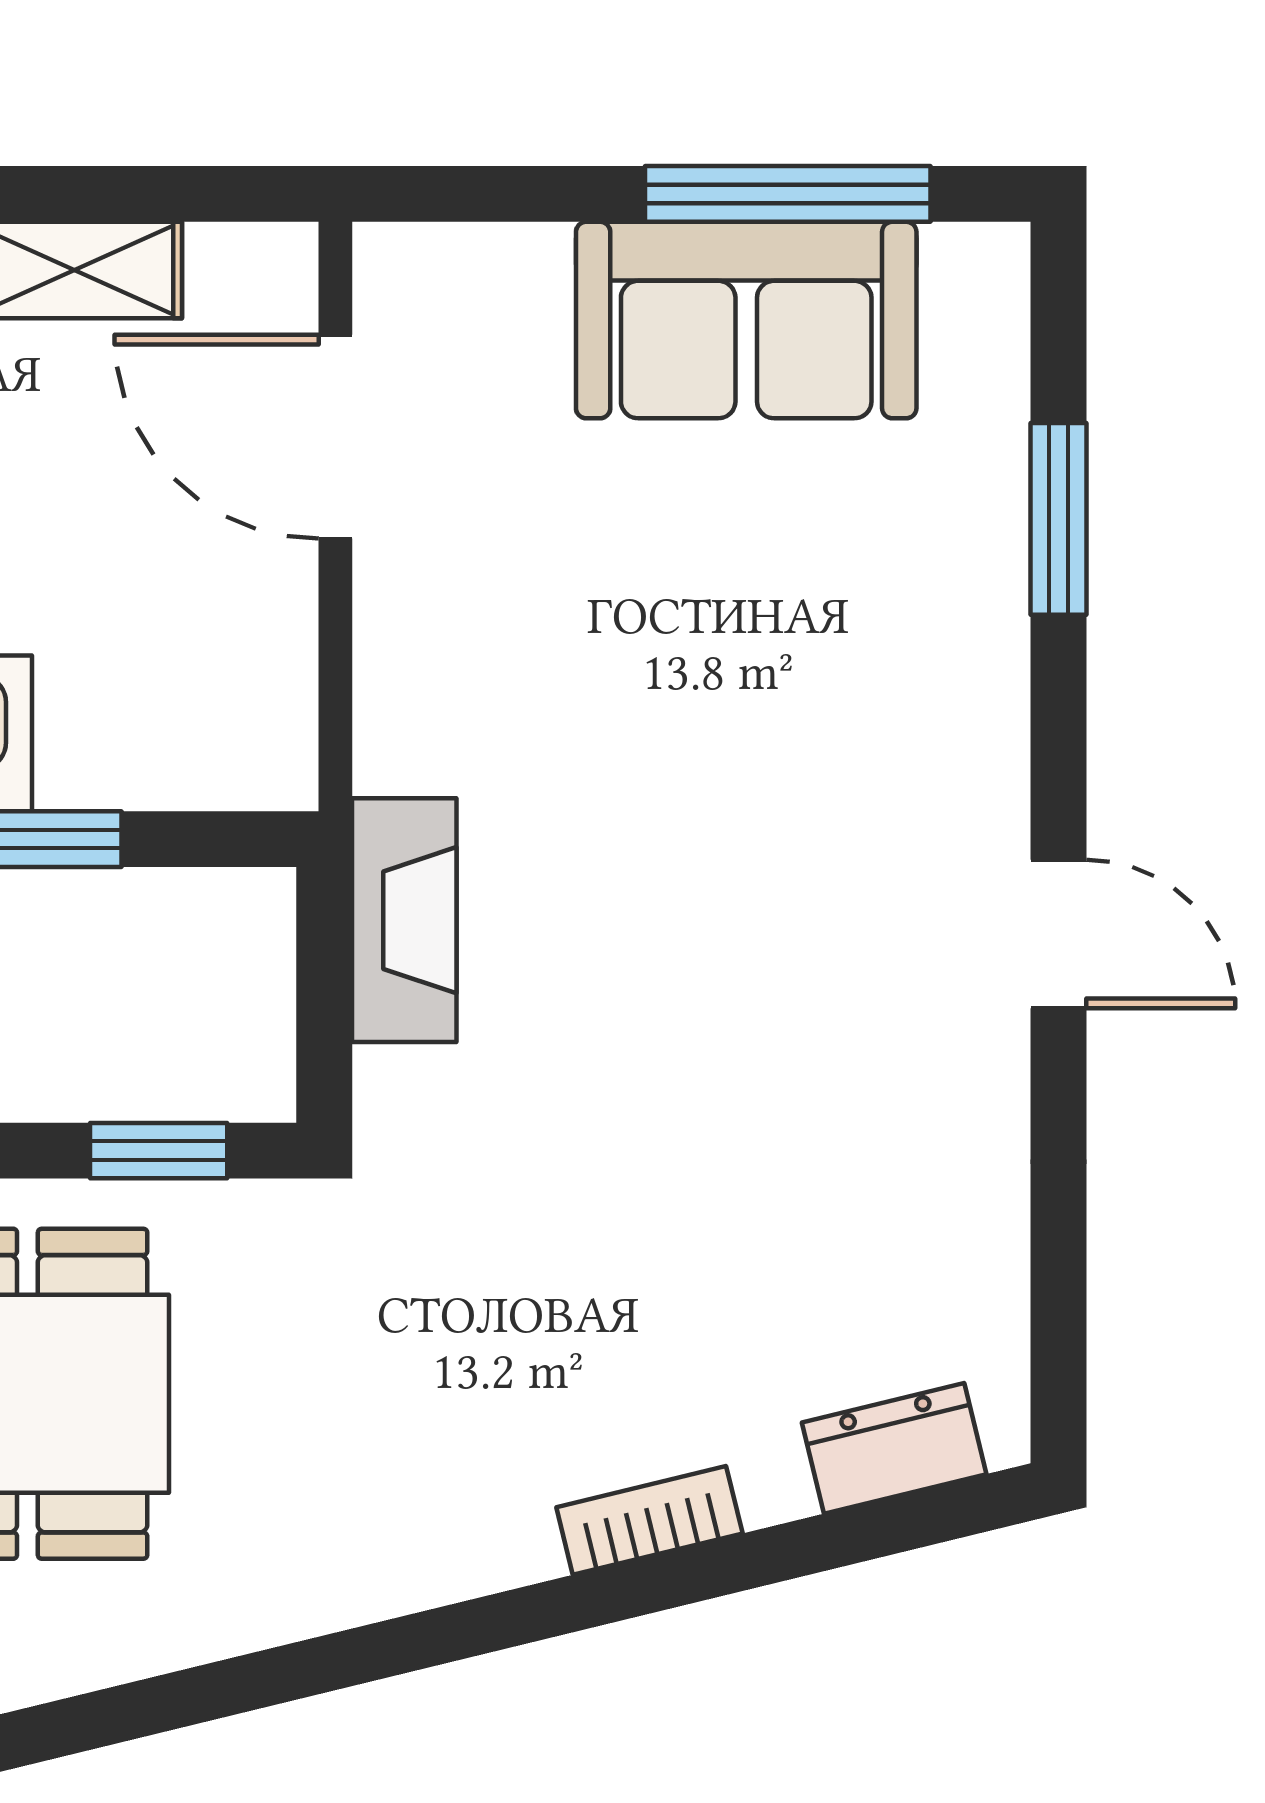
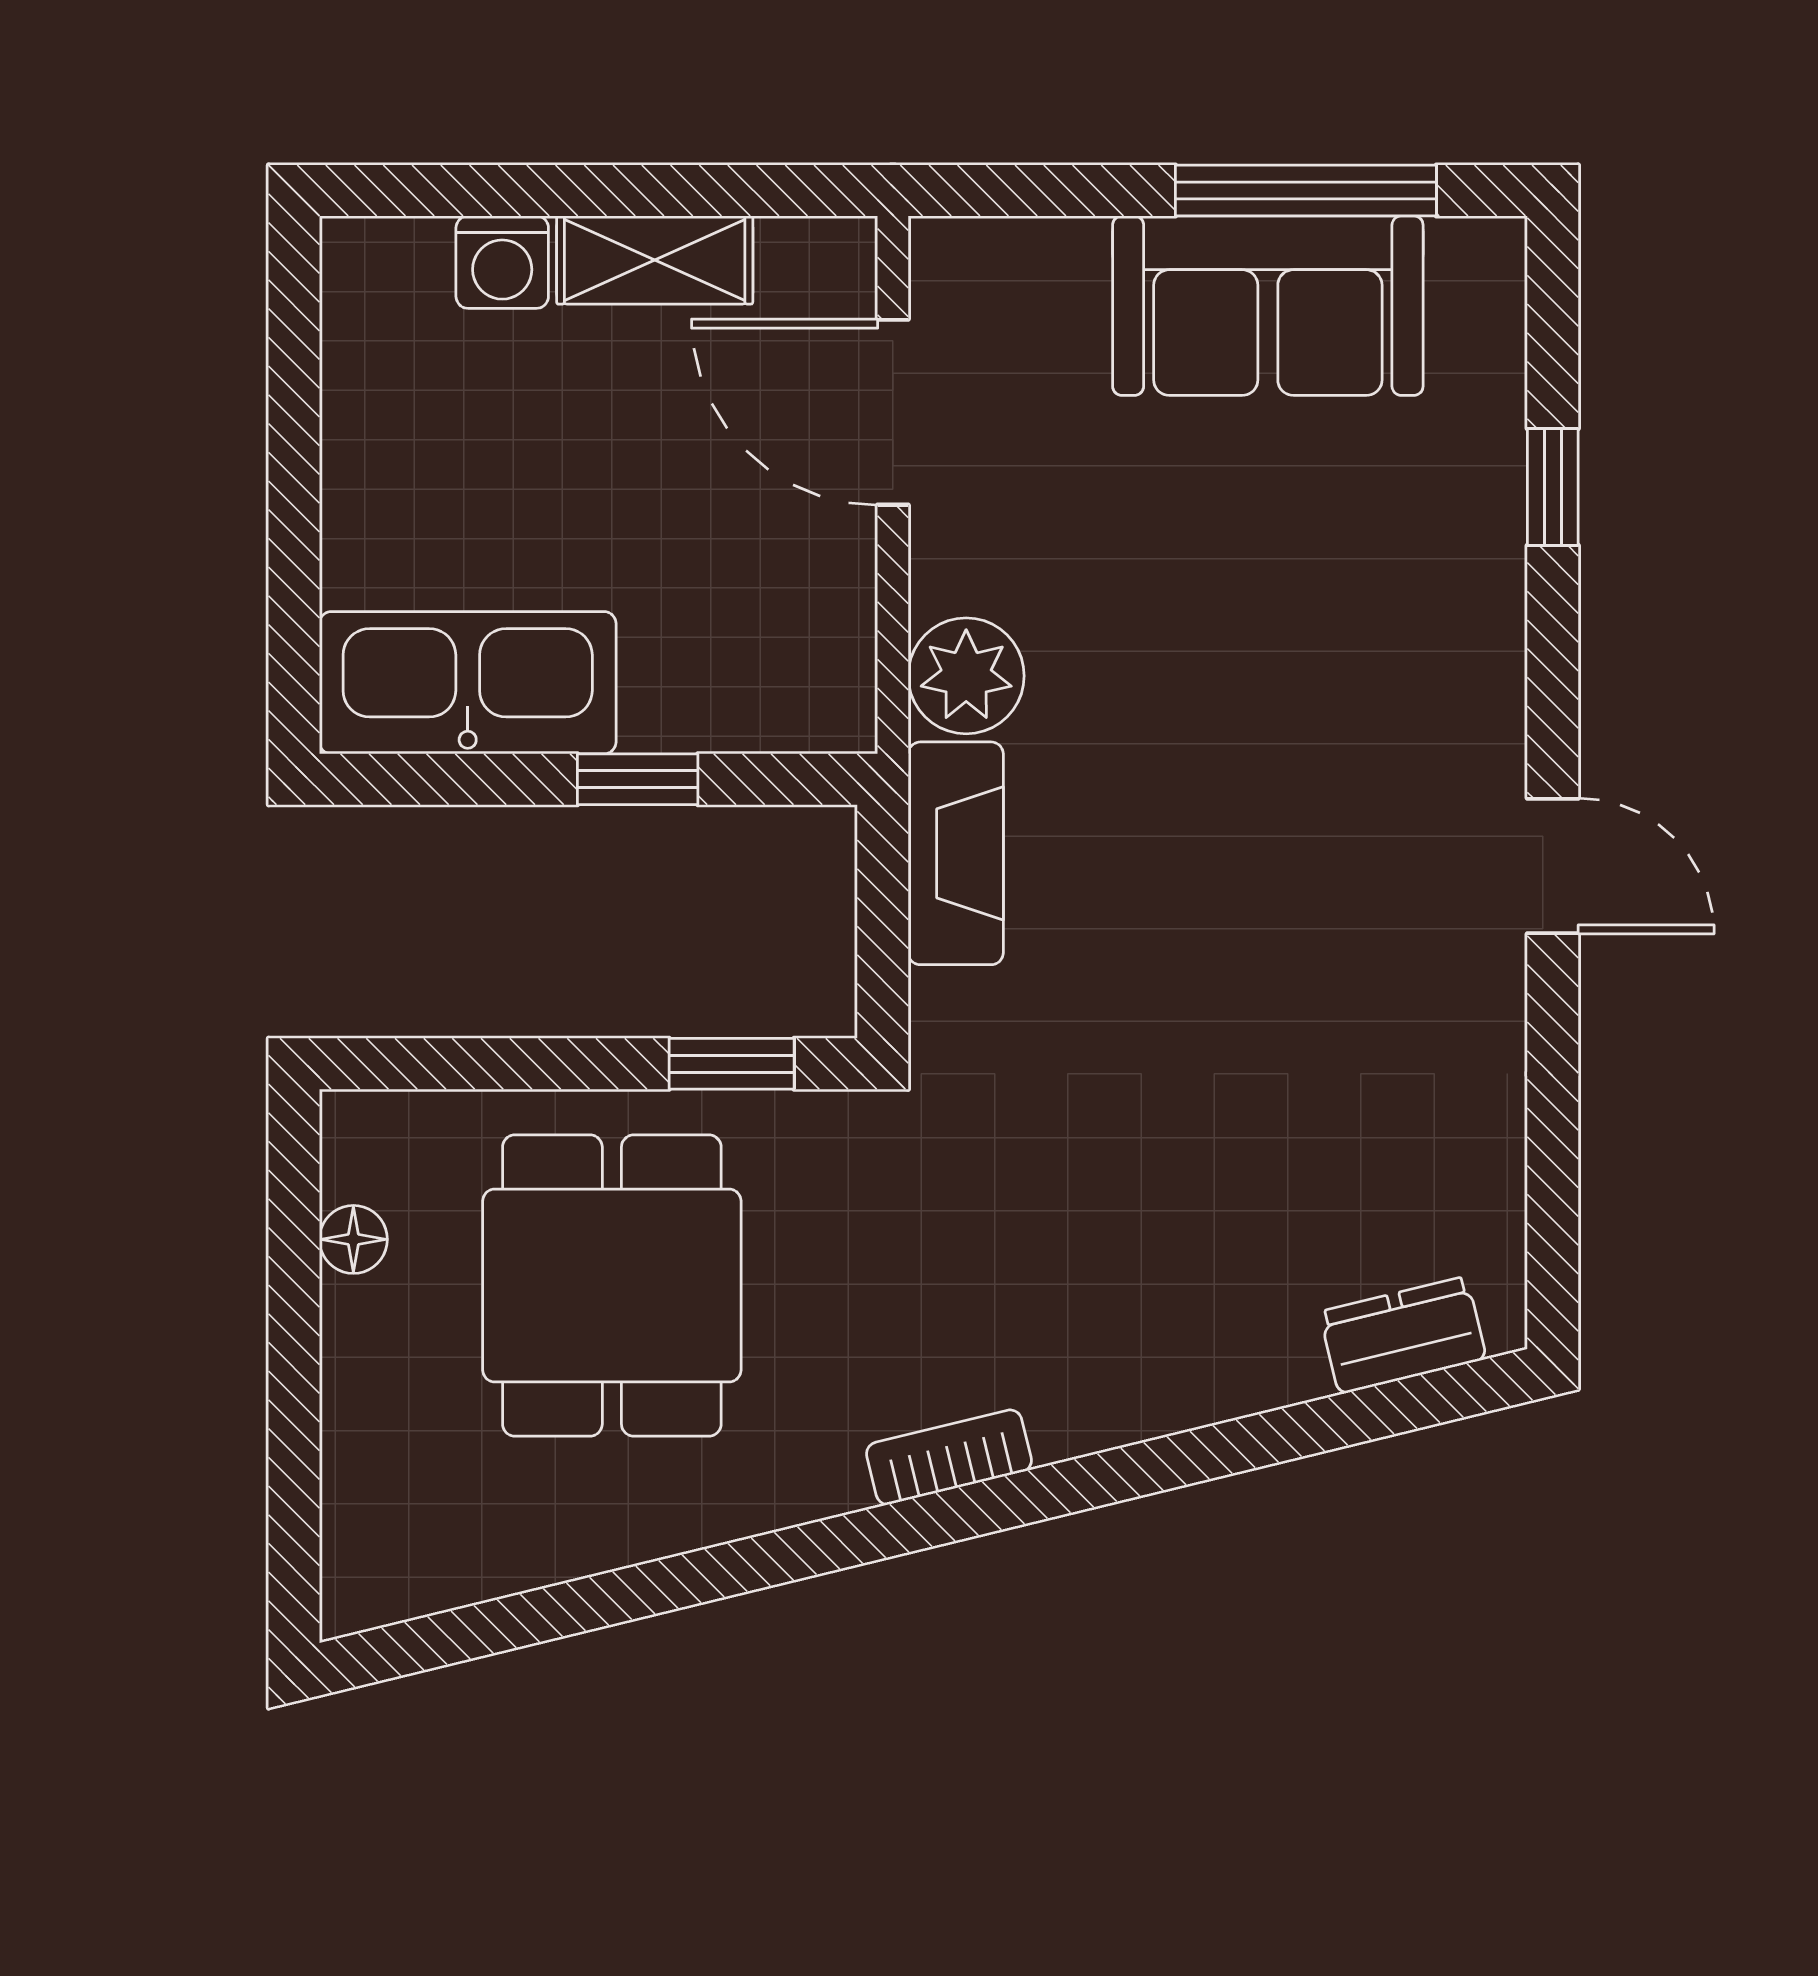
window: (1059, 519) -> (1553, 487), width x0.67
plant: (416, 726) -> (966, 676), added
bookcase: (649, 1520) -> (949, 1457), moved

